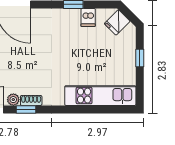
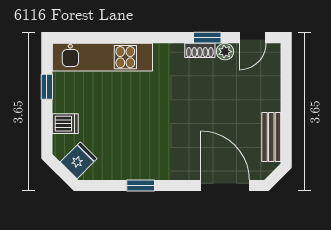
dishwasher: (88, 17) -> (65, 124), moved, turned 90
window: (140, 58) -> (47, 87), moved

